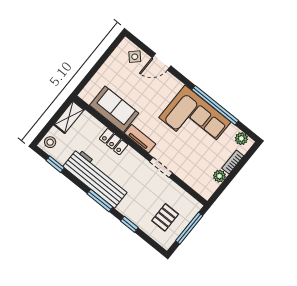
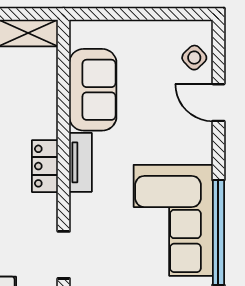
locker: (114, 142) -> (45, 166), moved
doorway: (161, 167) -> (64, 255), moved

